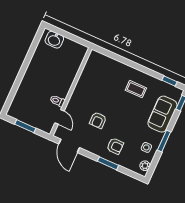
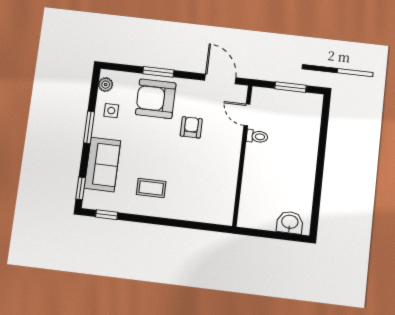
armchair: (115, 146) -> (156, 99), width x1.88, depth x1.88

